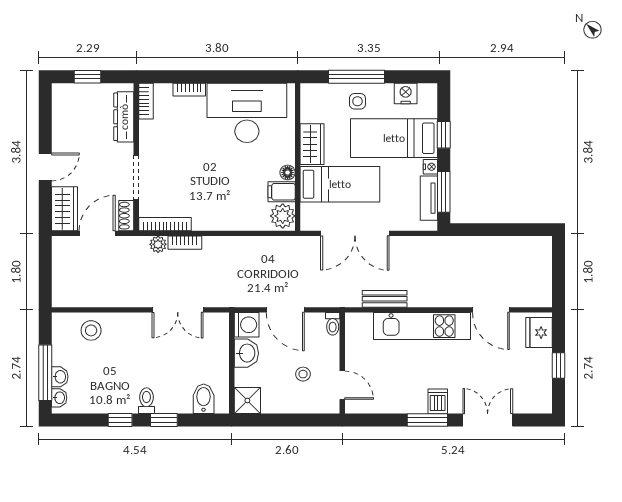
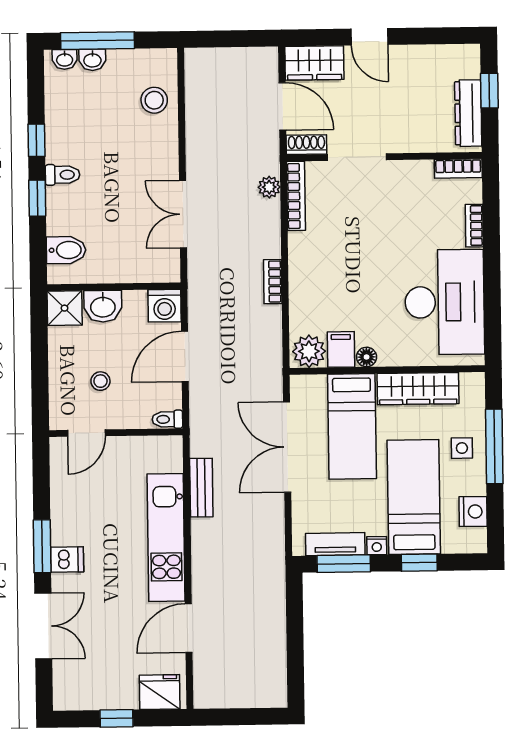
dresser: (124, 117) -> (468, 113), moved, turned -90
wardrobe: (312, 144) -> (418, 389), width x1.50
bookcase: (185, 243) -> (273, 282), moved
washbasin: (246, 353) -> (103, 306), moved

